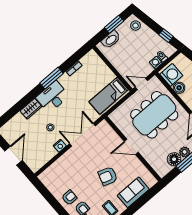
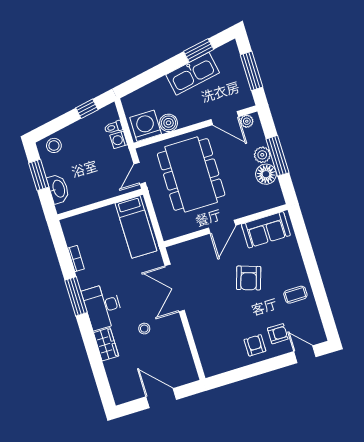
nightstand: (60, 146) -> (176, 327), removed
sofa: (133, 192) -> (266, 230), moved, turned -90

